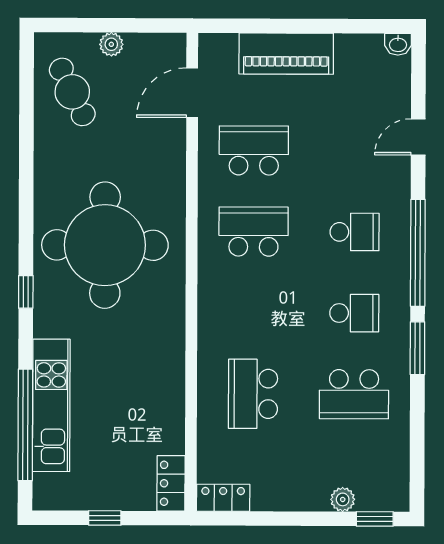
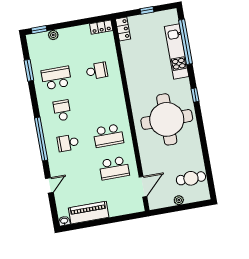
piano: (286, 54) -> (89, 213), moved
cafe table: (72, 92) -> (191, 178), turned -64
school desk: (354, 313) -> (62, 110), turned 90
window: (417, 348) -> (29, 70), moved
school desk: (253, 394) -> (97, 71), width x0.54

